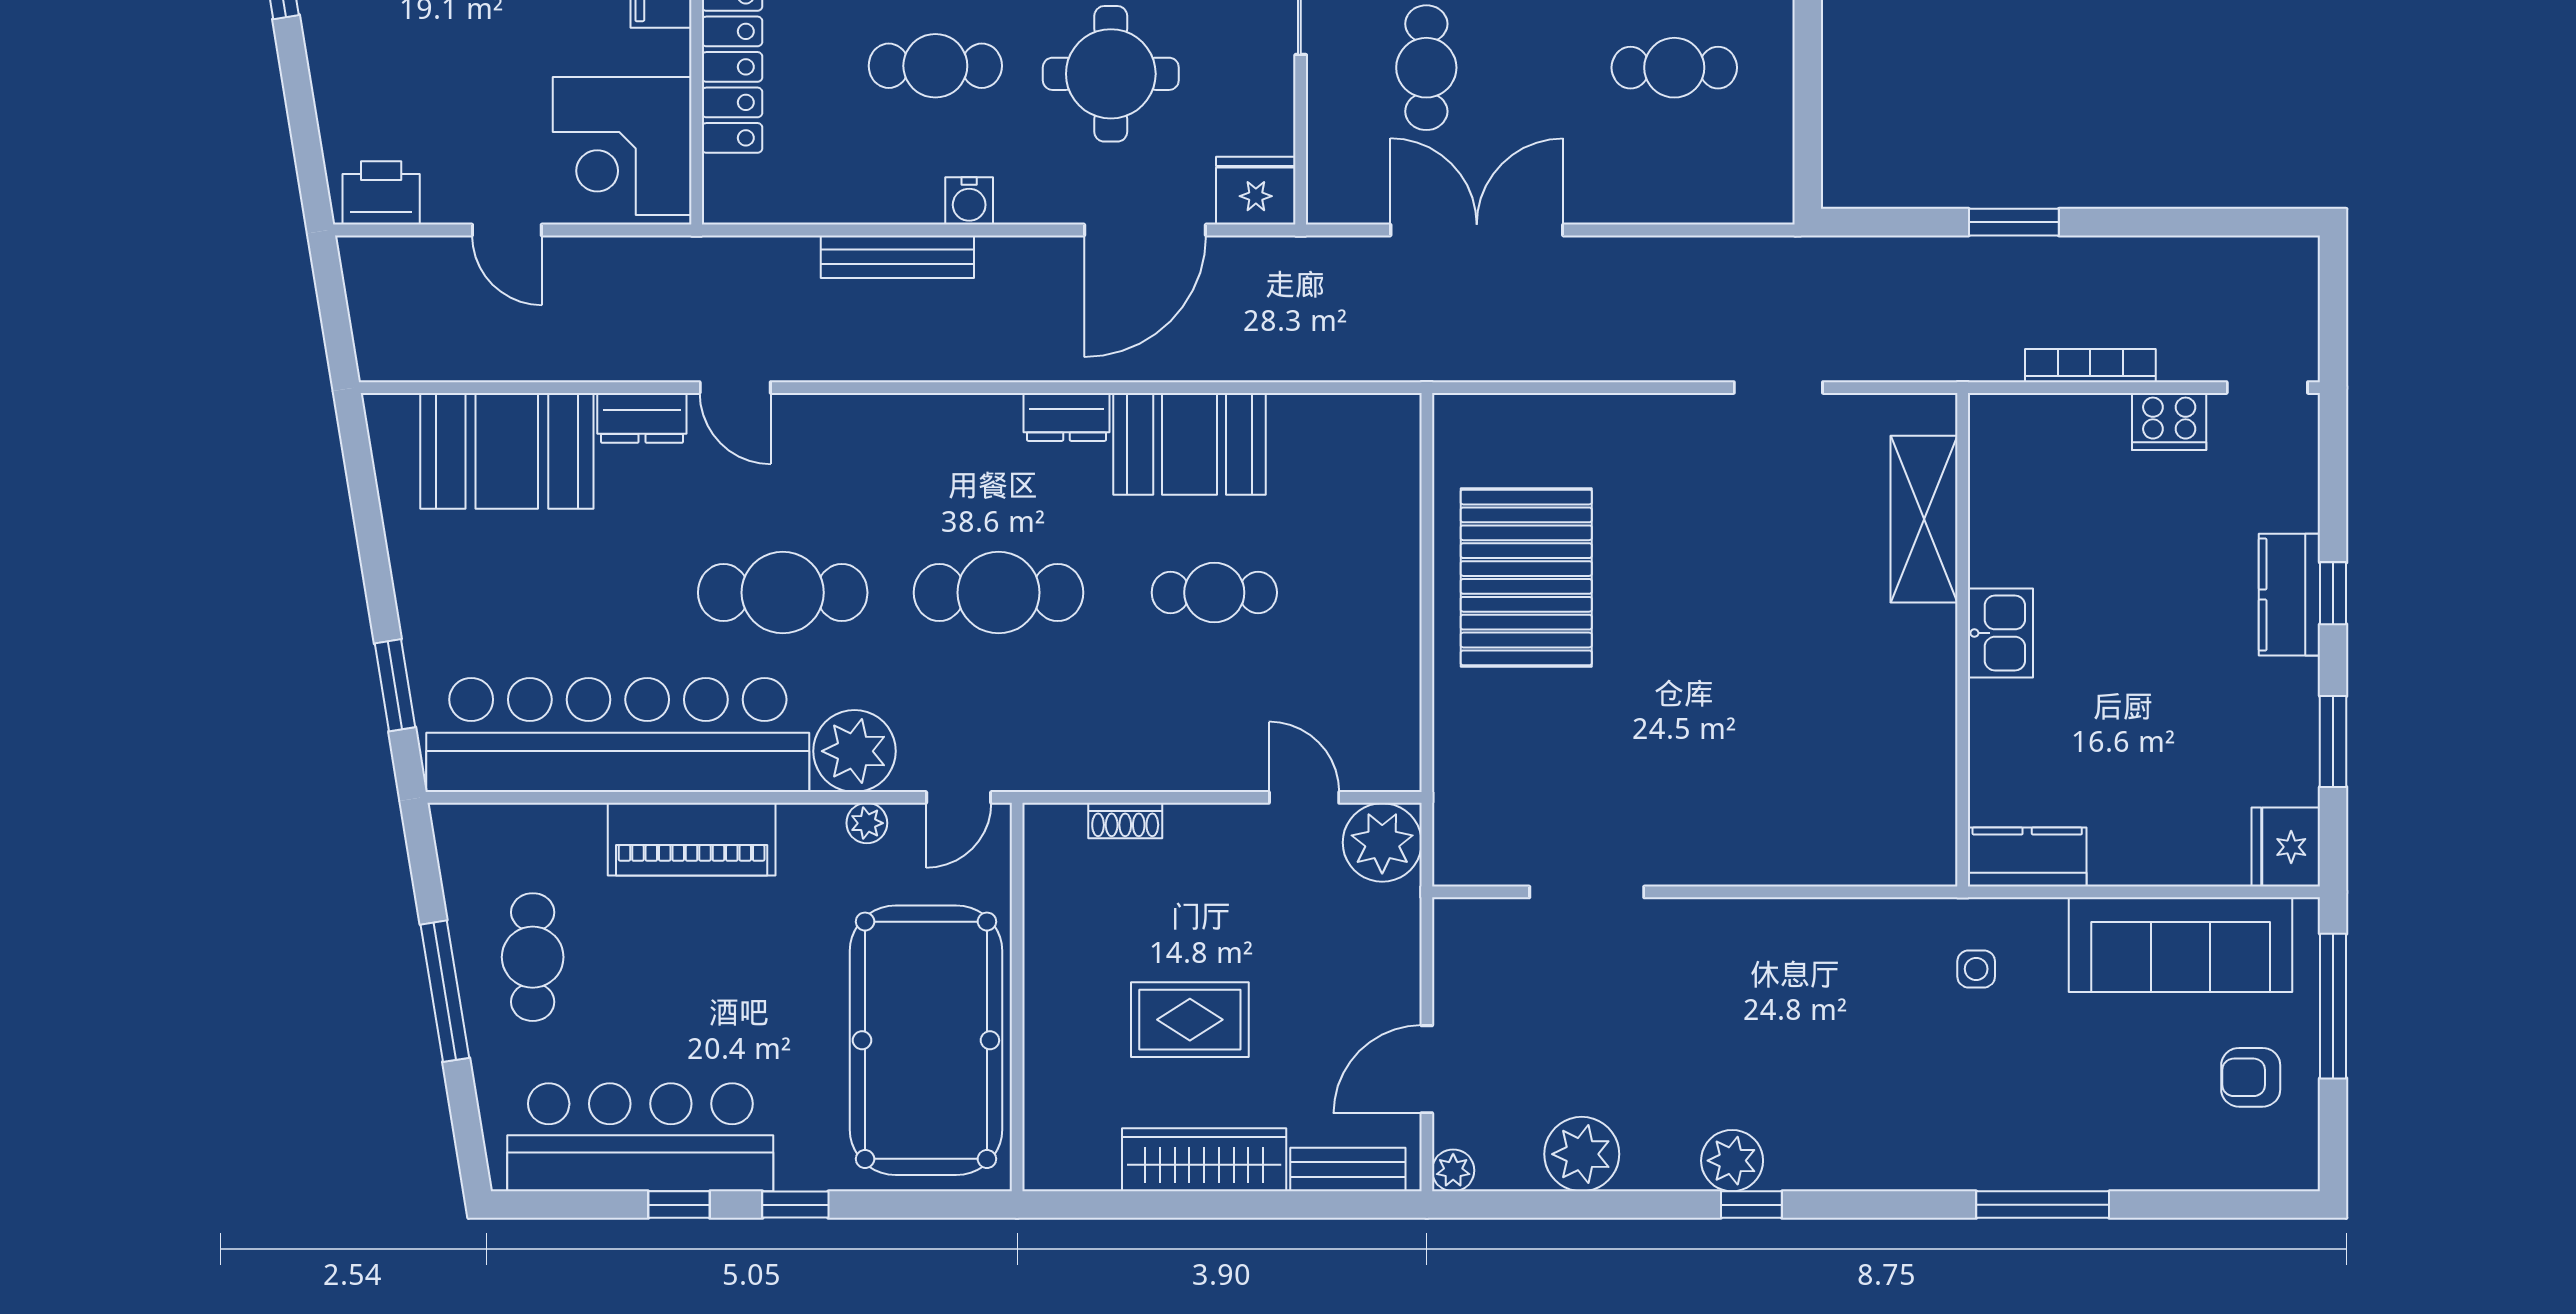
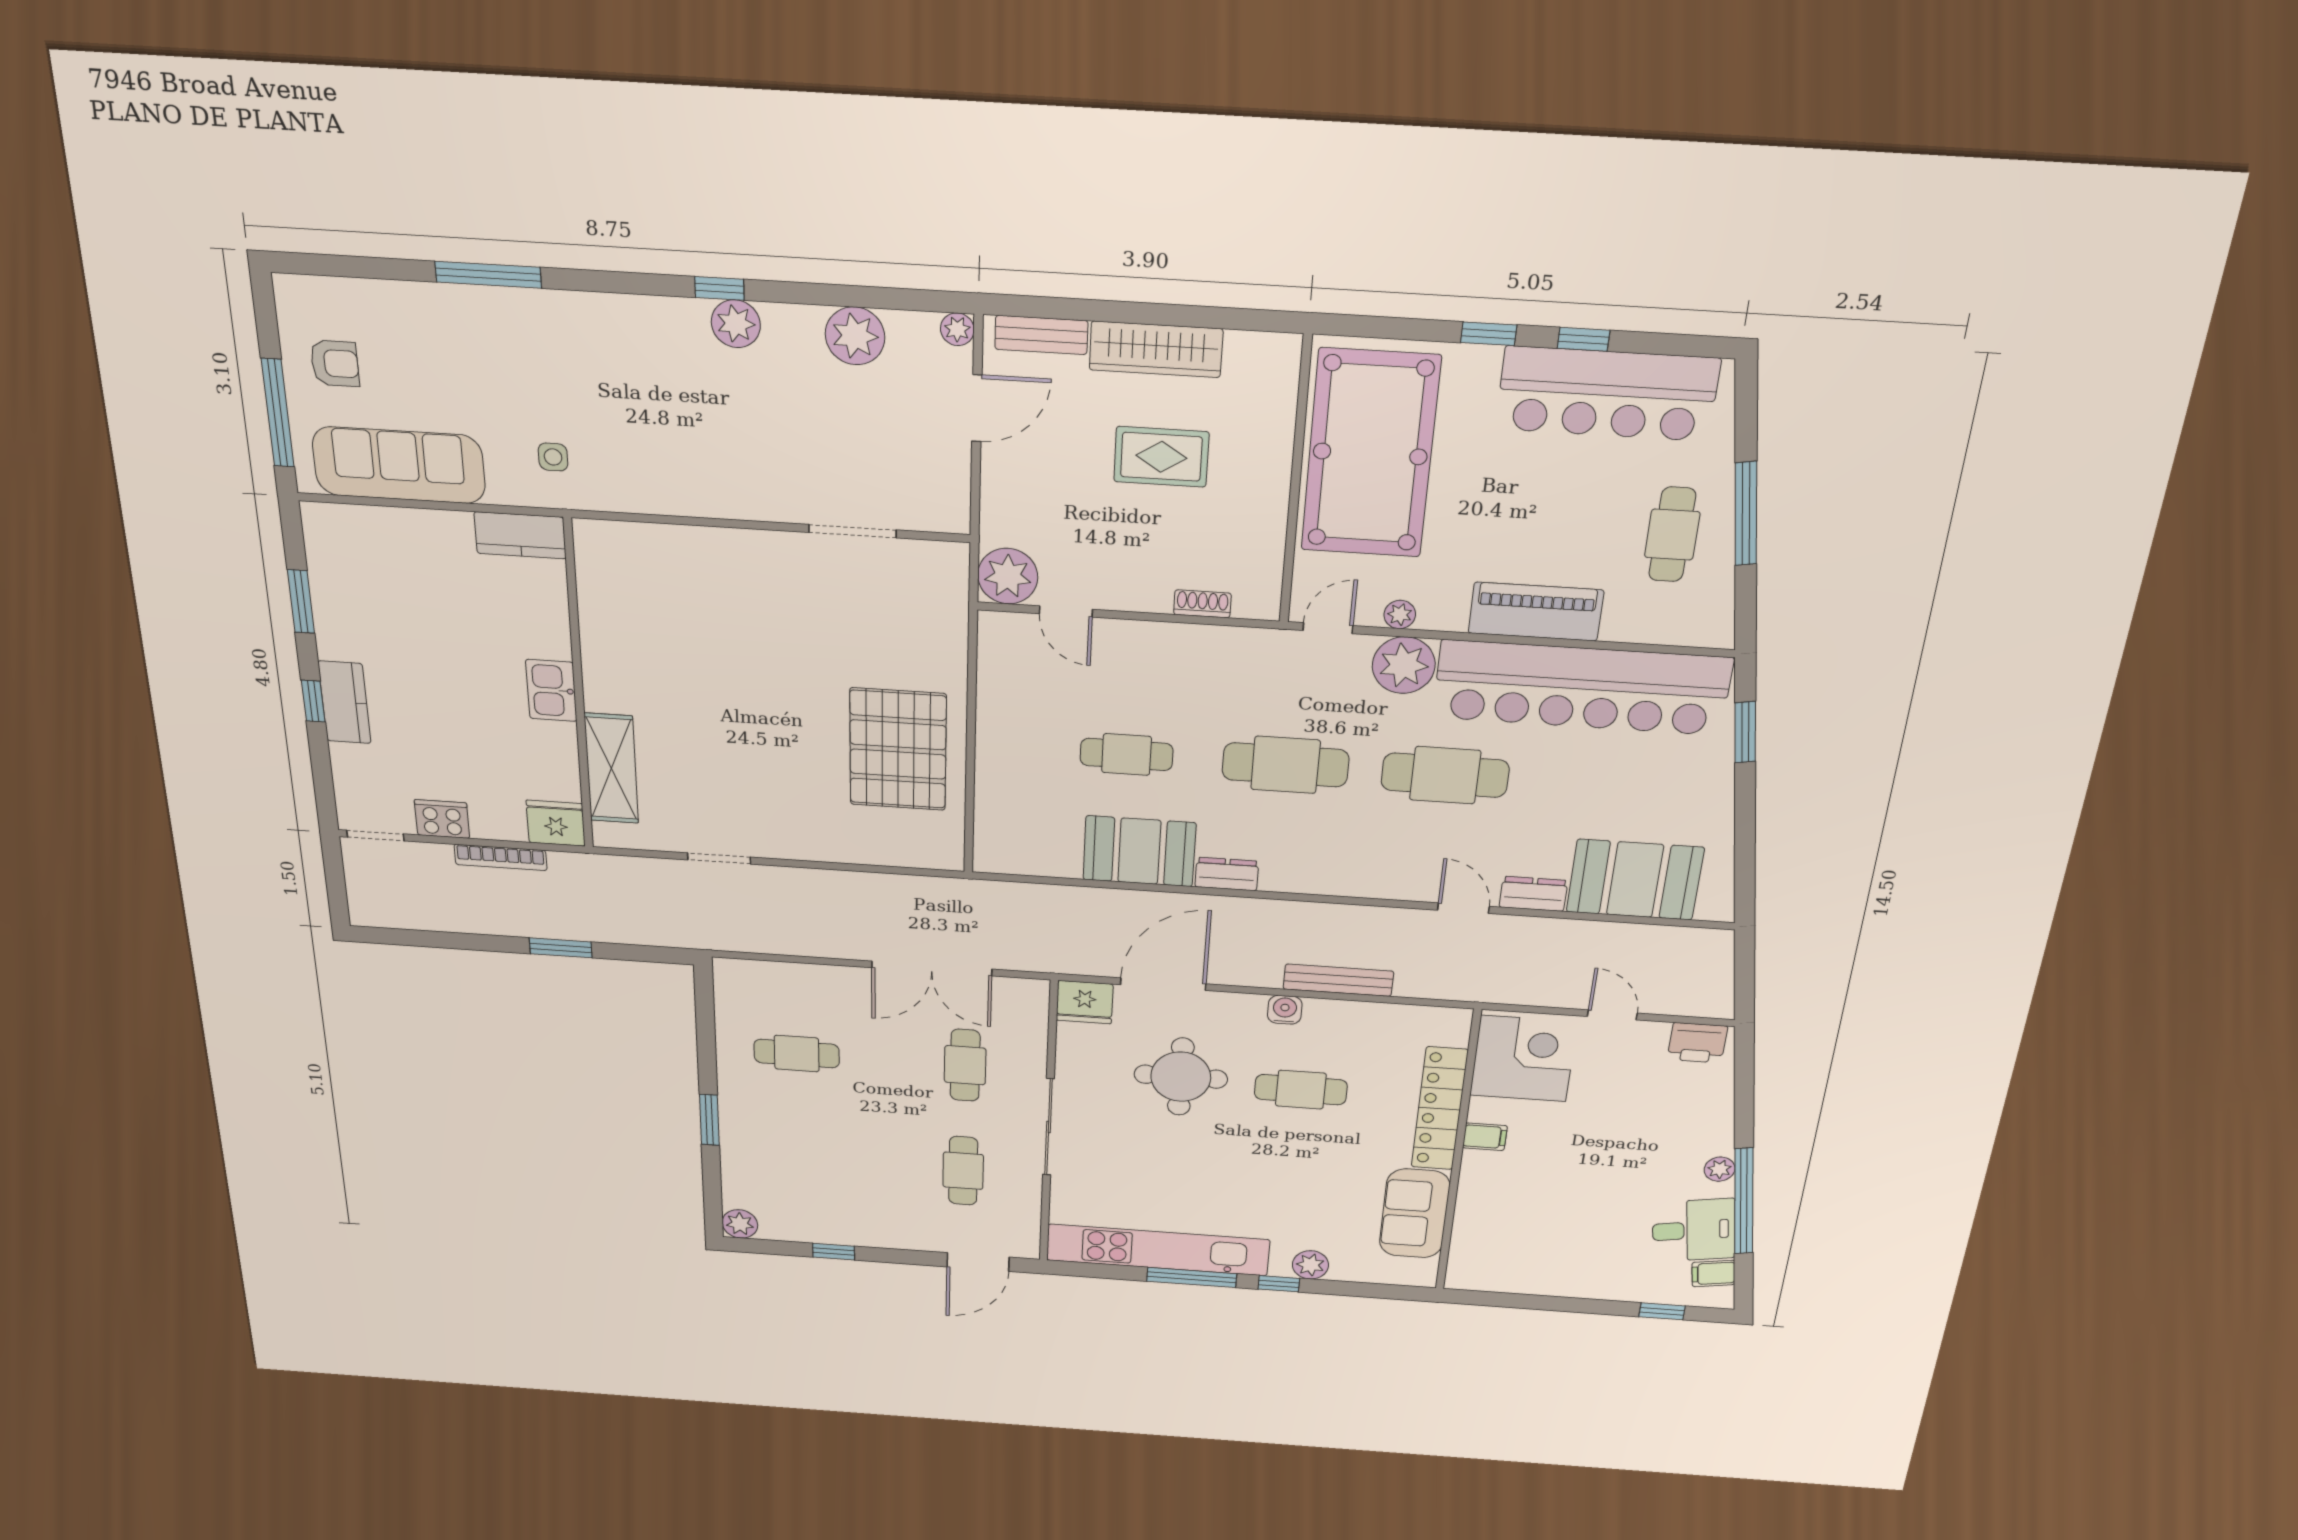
fridge: (2286, 847) -> (556, 823), moved, turned -90

